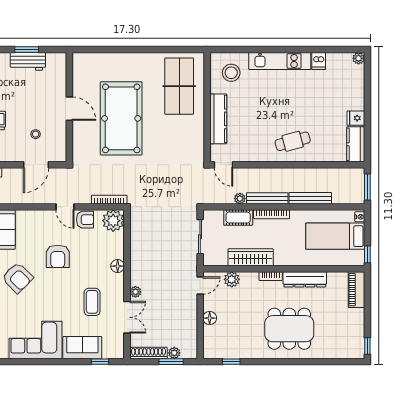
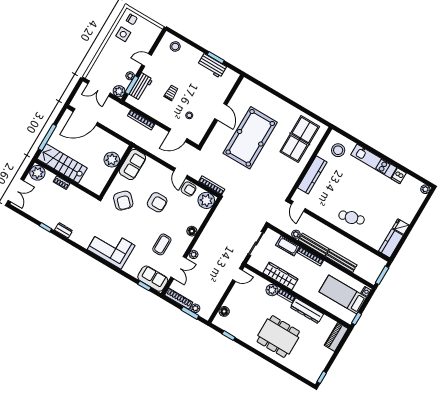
armchair: (58, 256) -> (157, 202), turned -90
plant: (232, 279) -> (272, 290), moved
floor lamp: (210, 318) -> (224, 311), moved
sofa: (82, 348) -> (153, 279), moved

